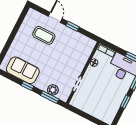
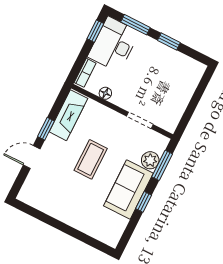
coffee table: (44, 35) -> (91, 159), moved
fireplace: (81, 40) -> (68, 115), added
sofa: (23, 70) -> (128, 189), moved

